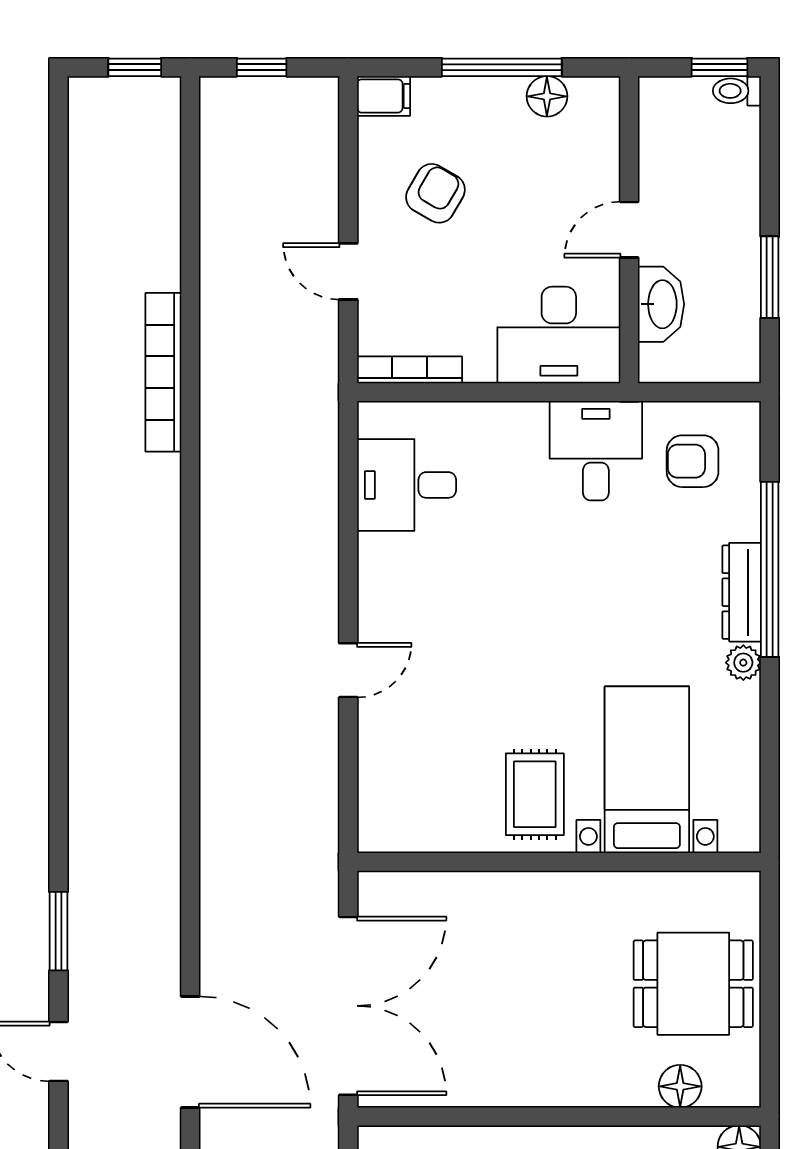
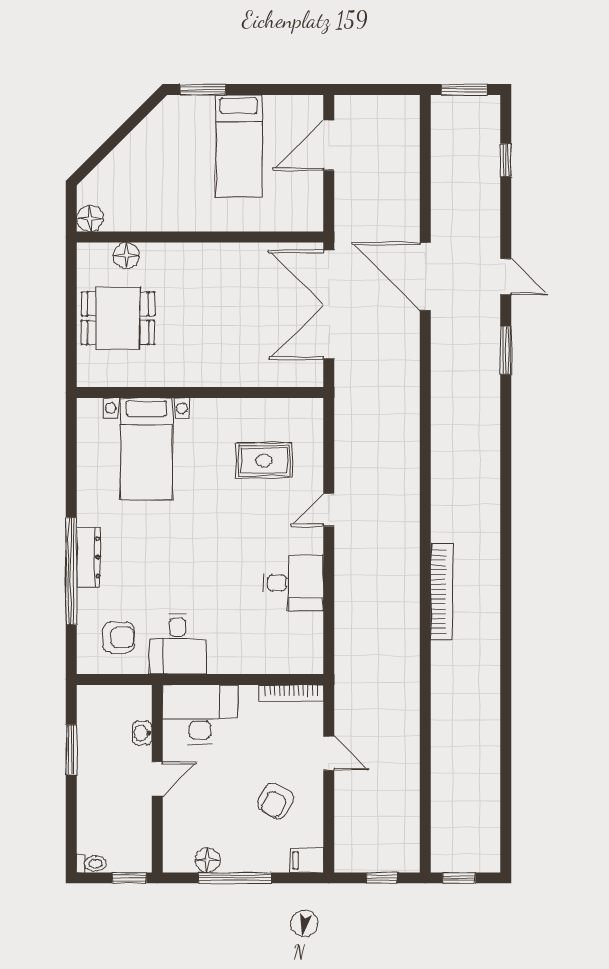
window: (719, 67) -> (129, 878), moved
washbasin: (661, 304) -> (142, 733), width x0.52, depth x0.69
bookcase: (163, 372) -> (442, 592), moved
desk: (407, 485) -> (293, 583), moved
plant: (743, 663) -> (87, 514), removed
rug: (535, 794) -> (264, 461), moved, turned 90

